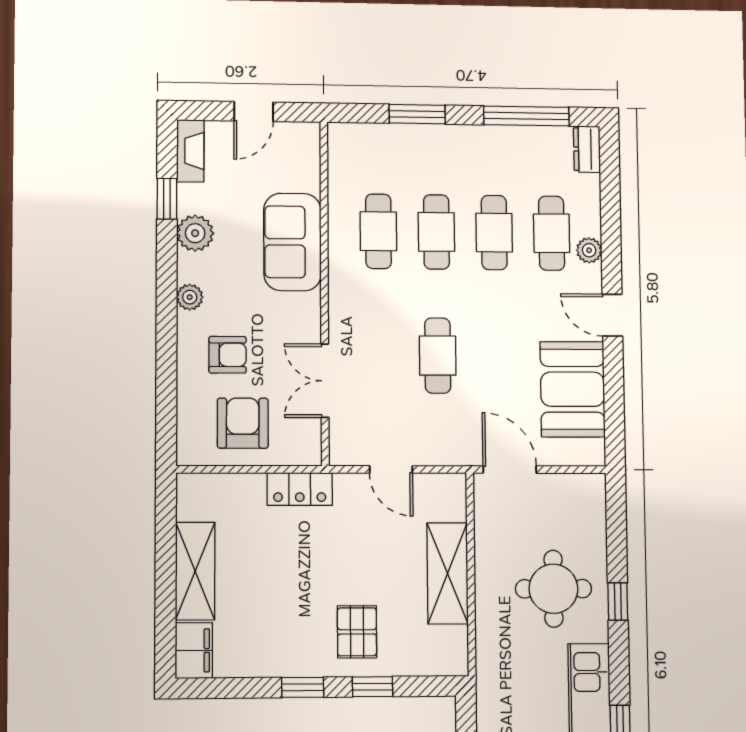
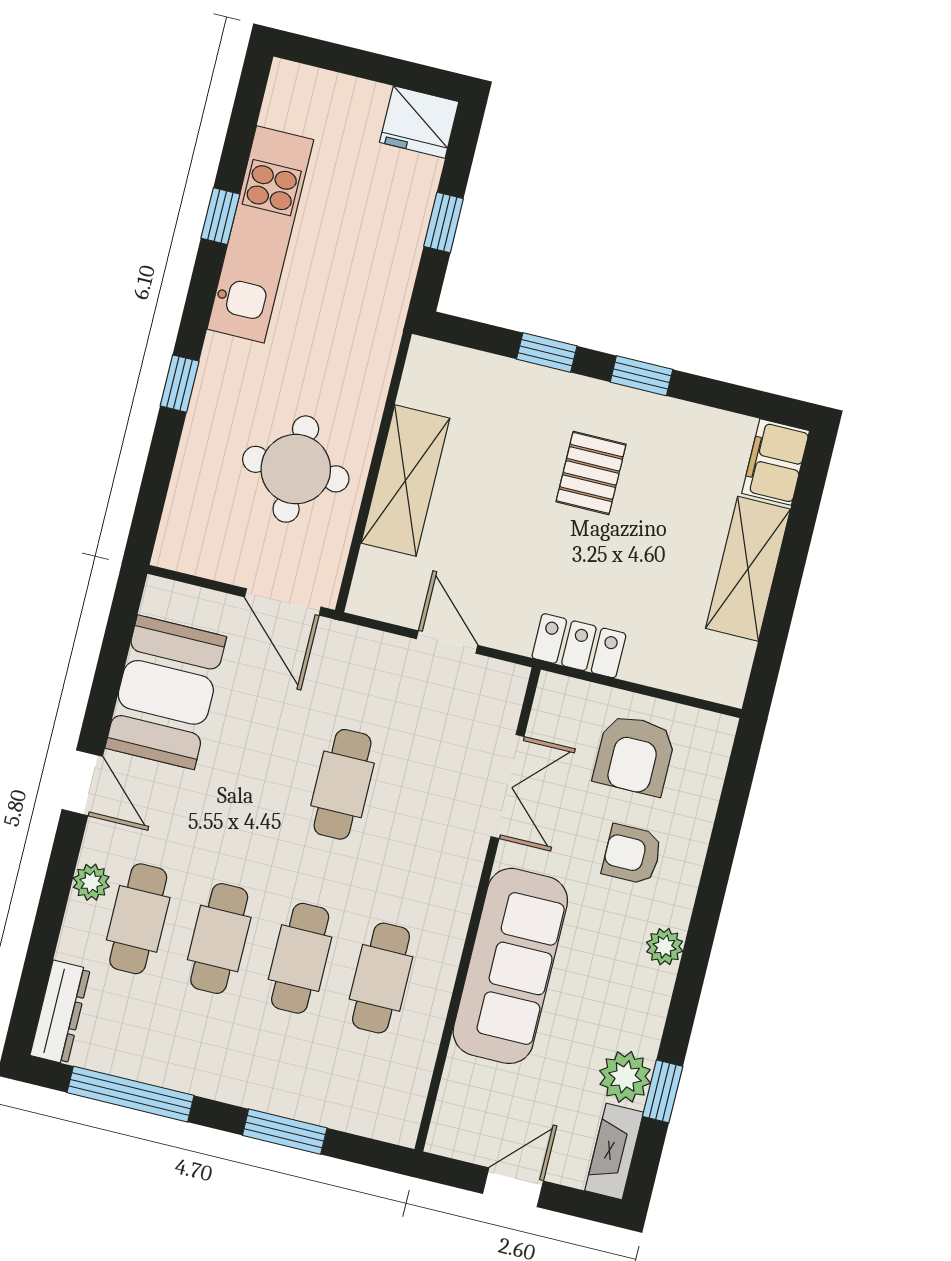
dresser: (587, 149) -> (60, 1012), width x1.44
plant: (195, 233) -> (625, 1077), moved
sofa: (292, 242) -> (510, 966), width x1.36
round table: (553, 589) -> (296, 469), moved
pallet: (357, 632) -> (591, 473), moved

